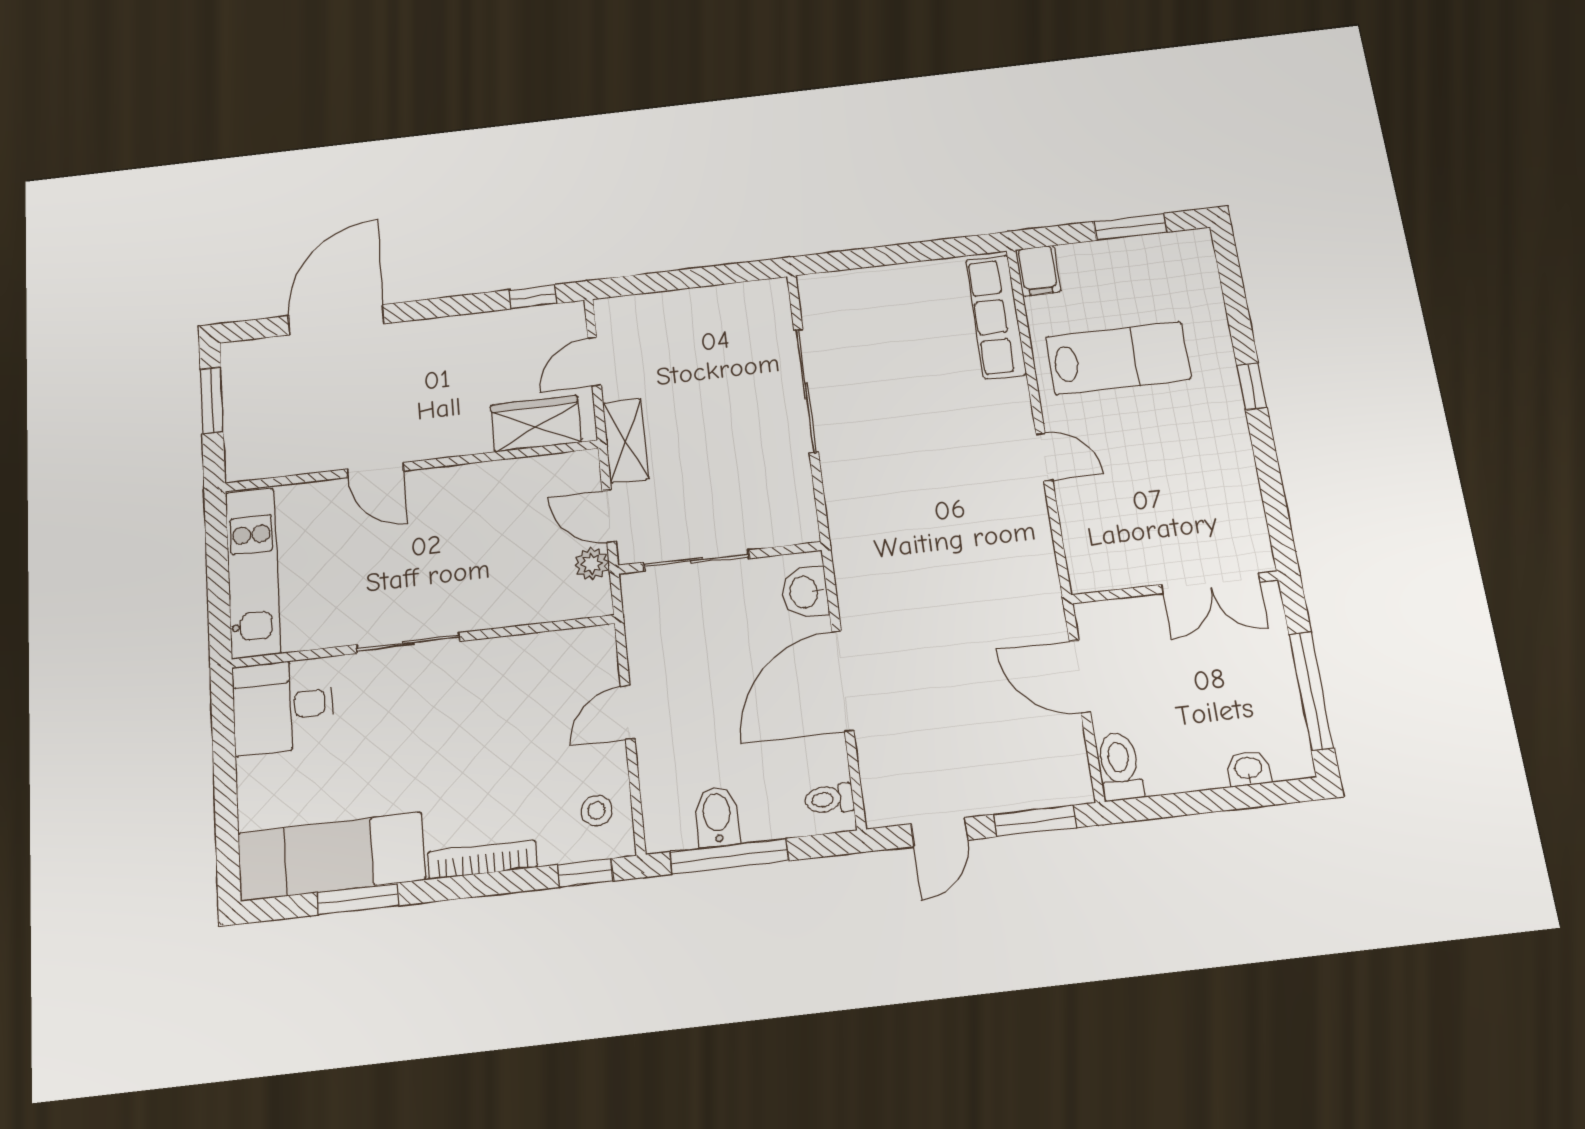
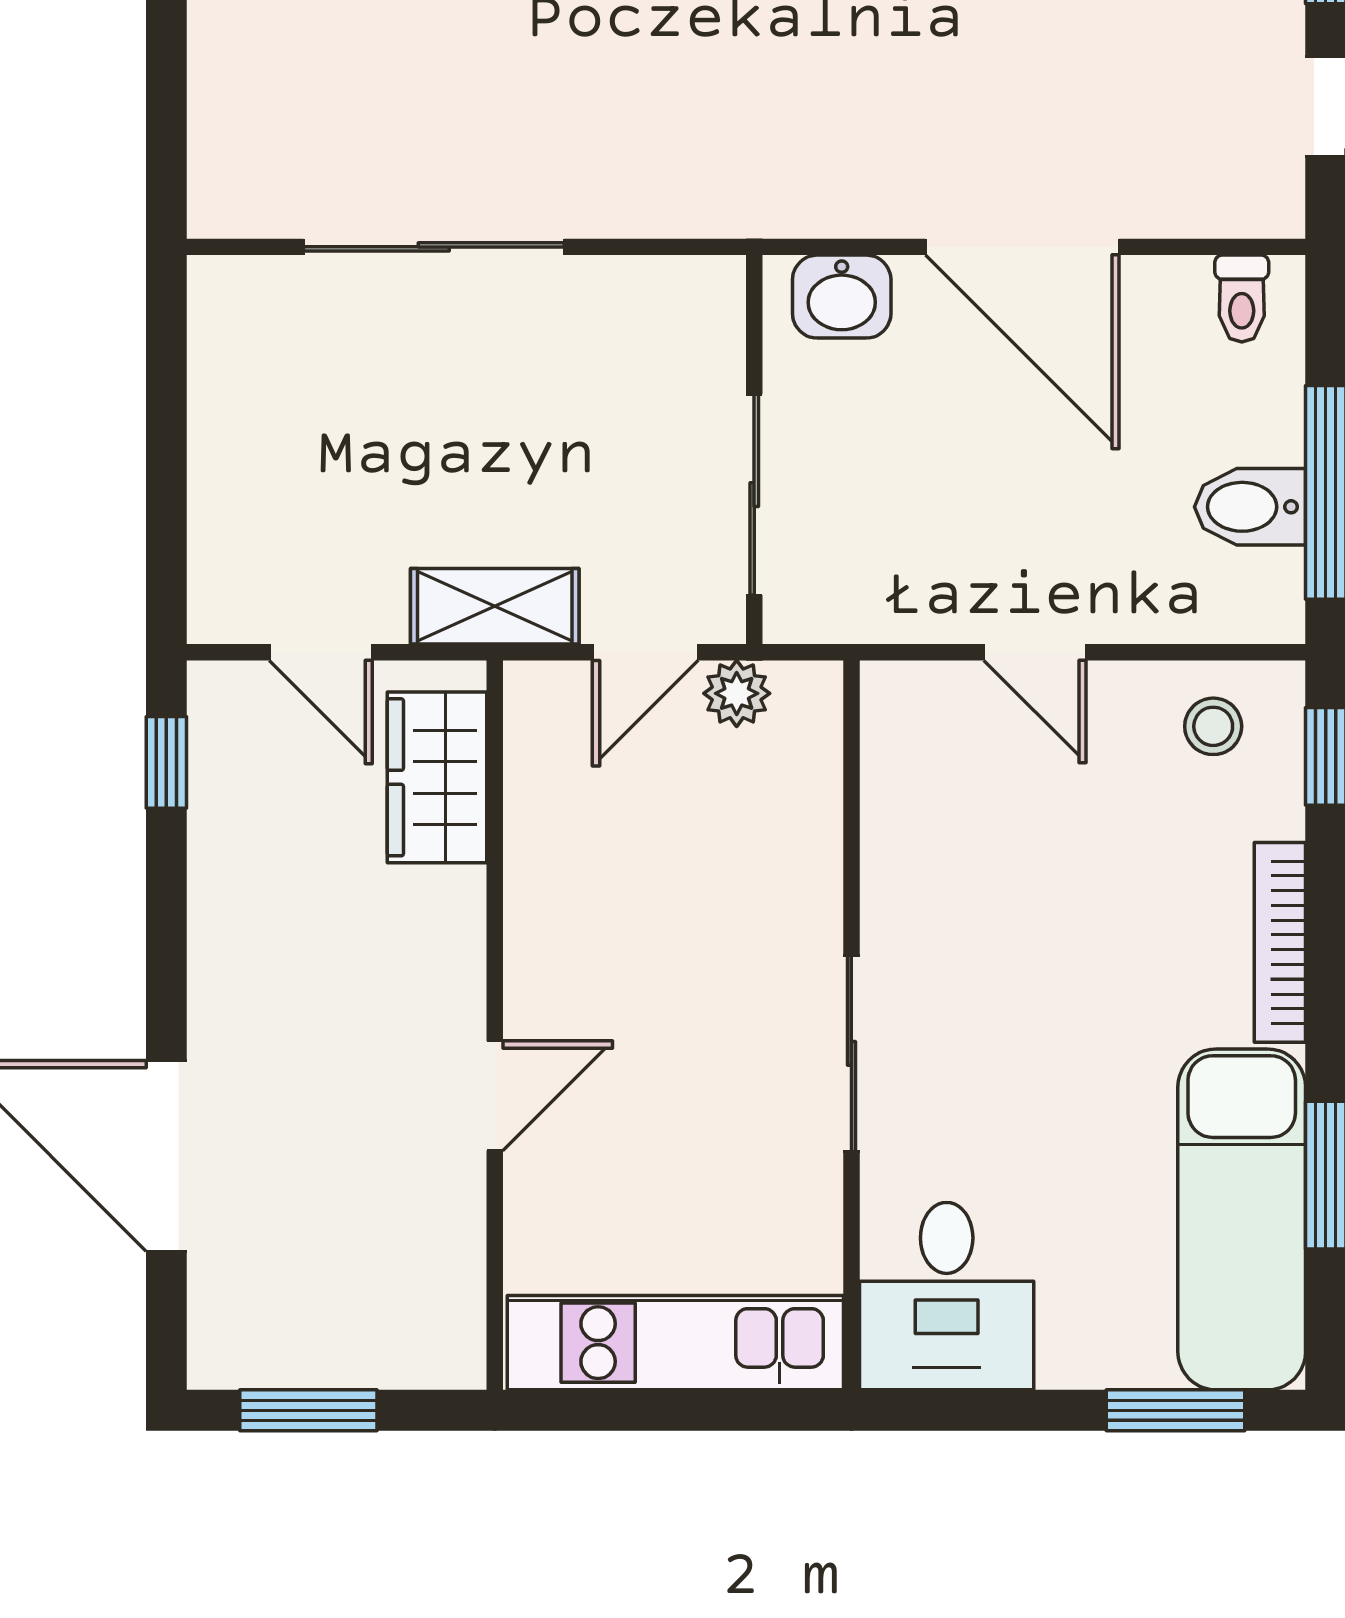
window: (227, 833) -> (1176, 1410), added

